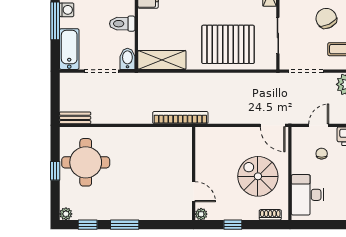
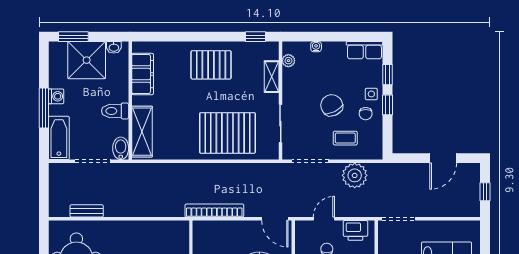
shelving: (162, 60) -> (142, 132), moved, turned 90
bench: (75, 118) -> (87, 211), moved
bookcase: (180, 118) -> (214, 211), moved

